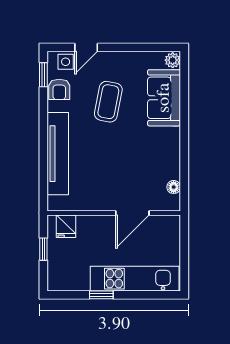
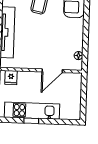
kitchen unit: (135, 279) -> (32, 111), moved

